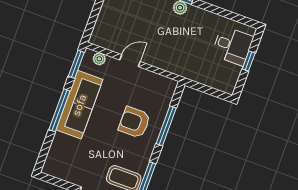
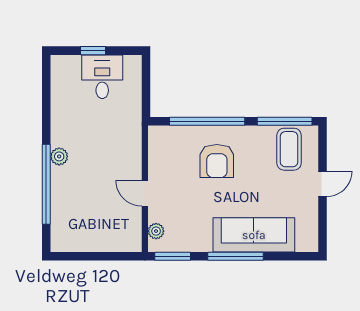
desk: (233, 46) -> (102, 77), moved
sofa: (79, 105) -> (254, 235), moved
window: (166, 126) -> (207, 121), width x1.46

